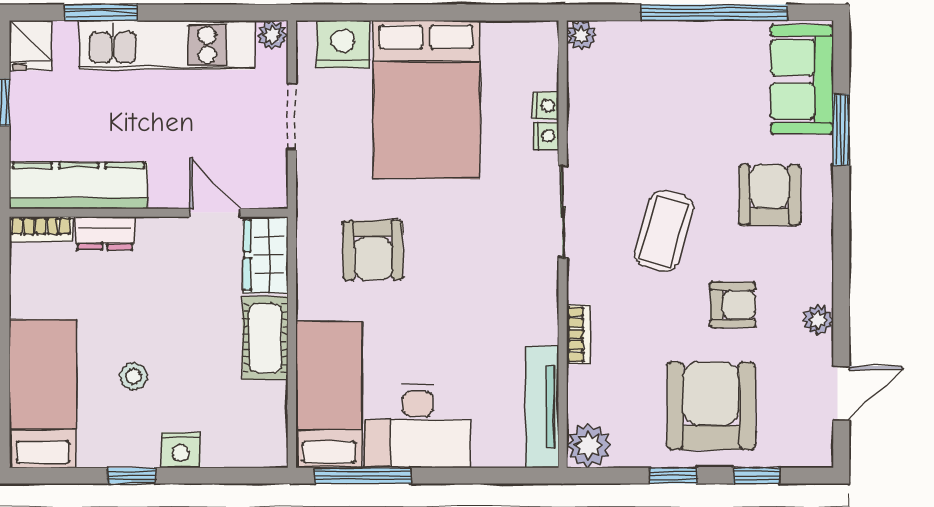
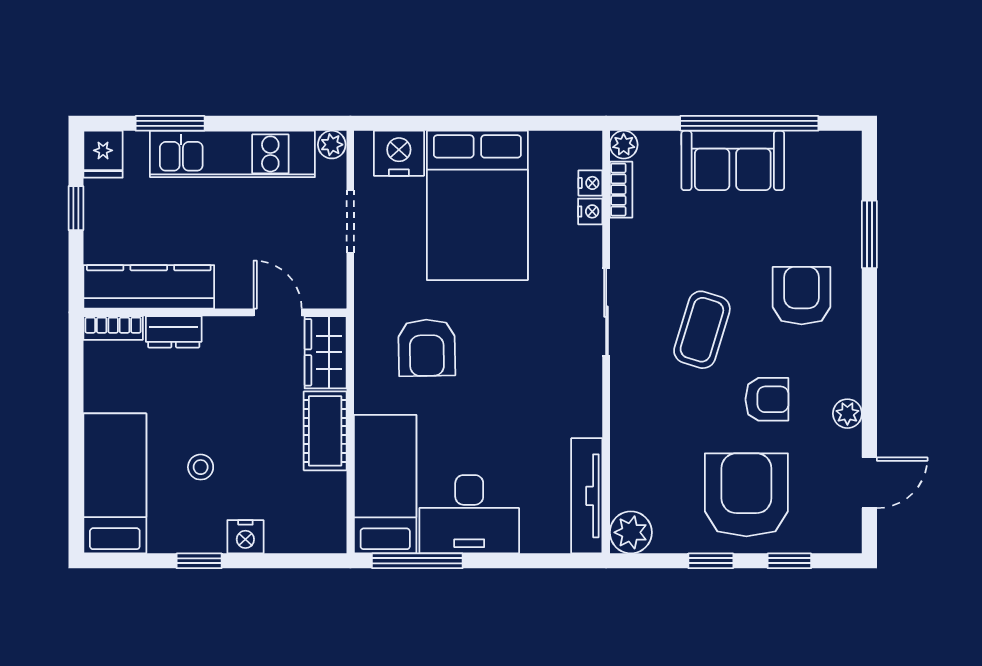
sofa: (802, 79) -> (733, 160), moved, turned -90
nightstand: (546, 136) -> (590, 183), moved
bookcase: (578, 334) -> (621, 190), moved

